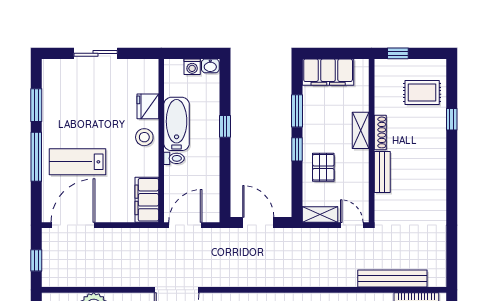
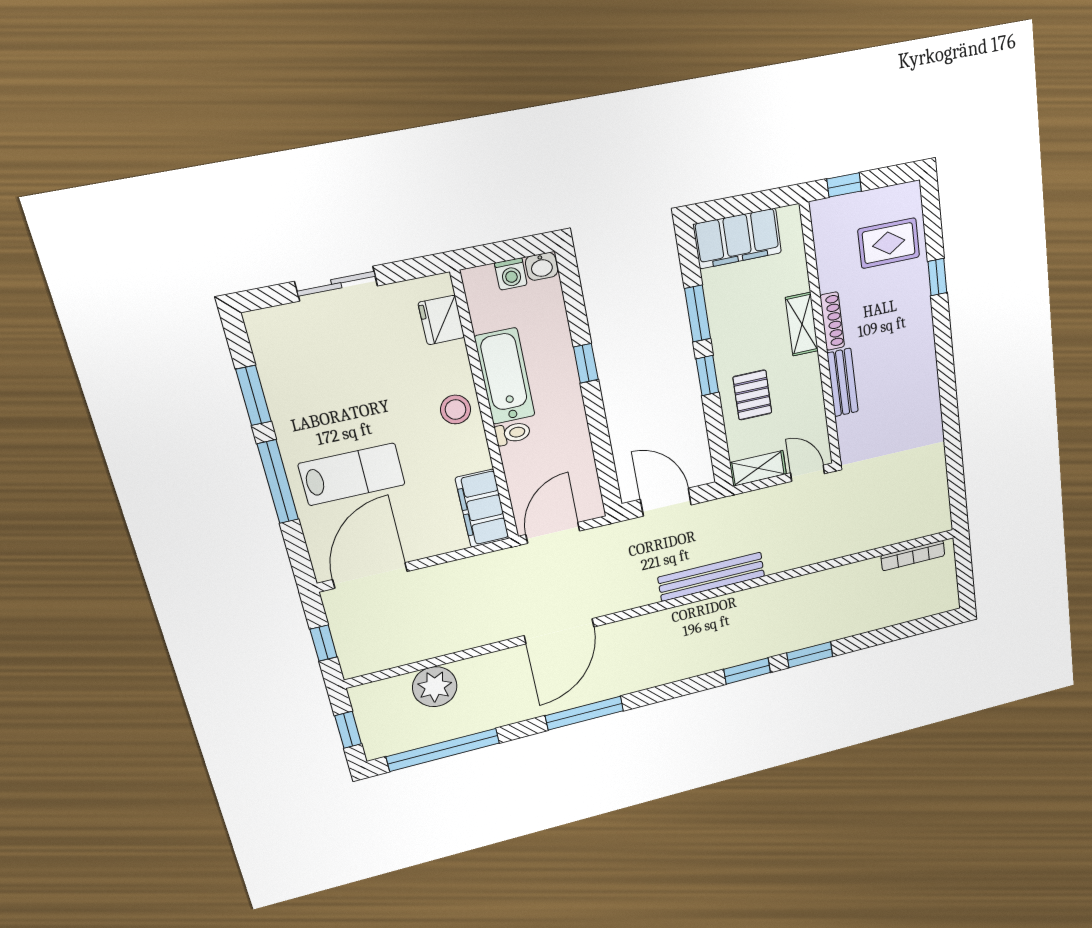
fridge: (148, 106) -> (441, 320), moved
lab bench: (78, 162) -> (352, 474), turned 180
bench: (392, 279) -> (711, 577), moved

